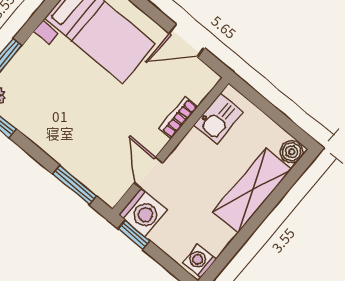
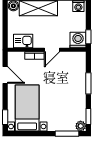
door: (148, 173) -> (52, 50), moved
window: (75, 185) -> (88, 83), moved

